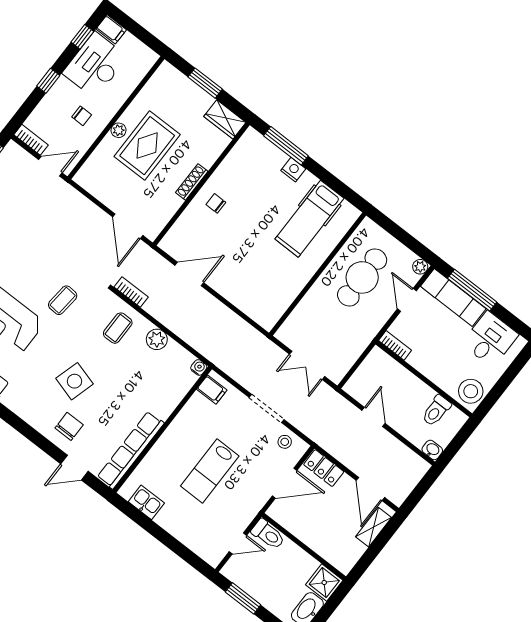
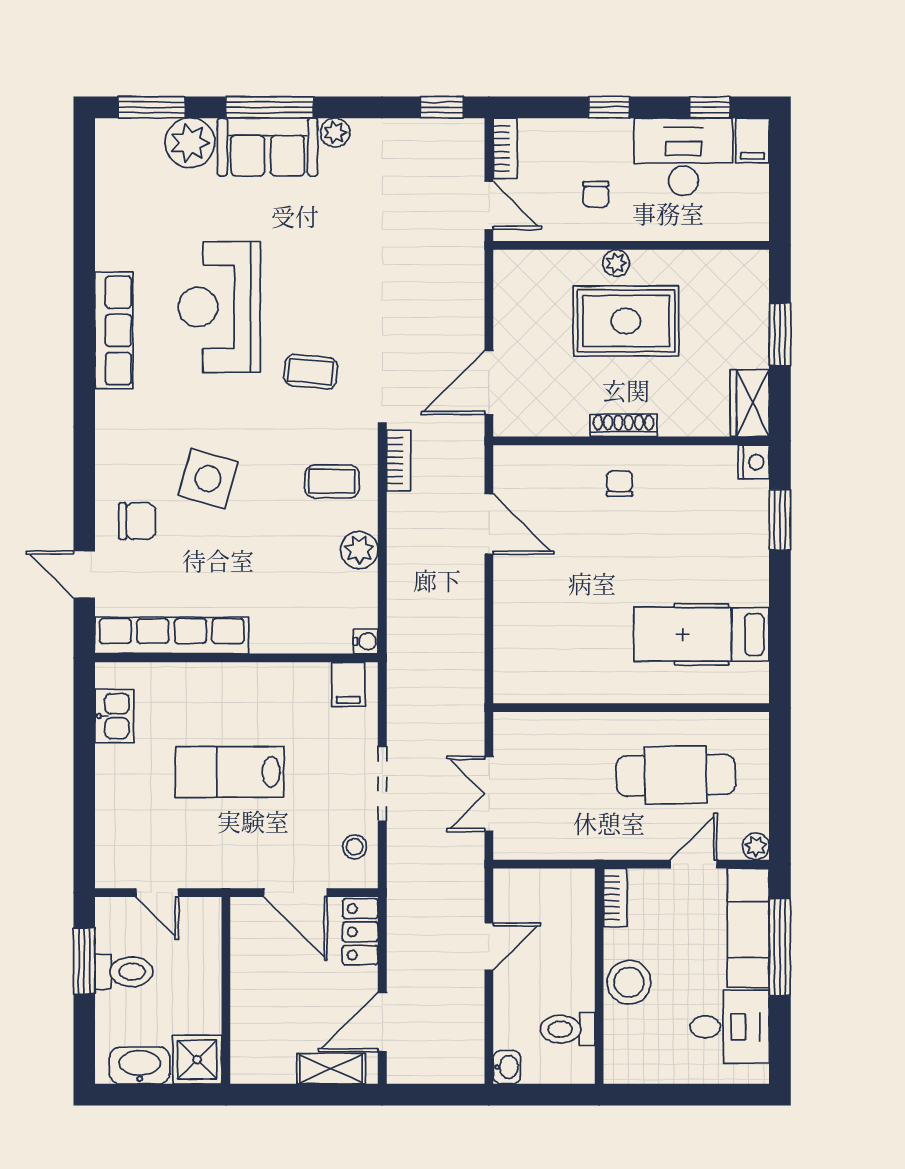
window: (286, 146) -> (780, 520), width x0.69
nightstand: (293, 170) -> (754, 462), moved
stool: (471, 391) -> (629, 982), moved
toilet: (268, 534) -> (124, 972), moved, turned -90

